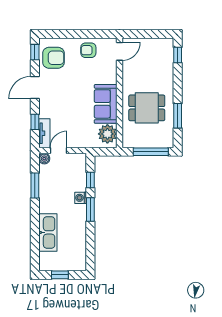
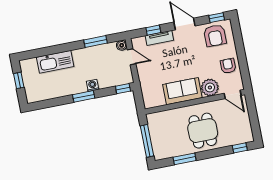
dining table: (147, 108) -> (203, 131), moved
tv unit: (44, 133) -> (159, 38), moved
plant: (107, 134) -> (210, 87), moved
window: (90, 180) -> (123, 89), moved

